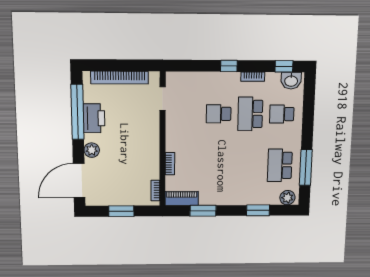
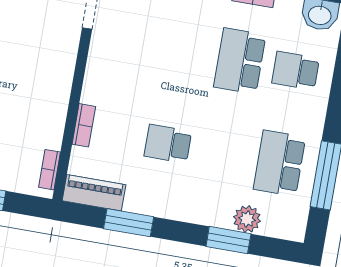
school desk: (219, 114) -> (168, 144), moved
plant: (287, 198) -> (247, 219), moved

